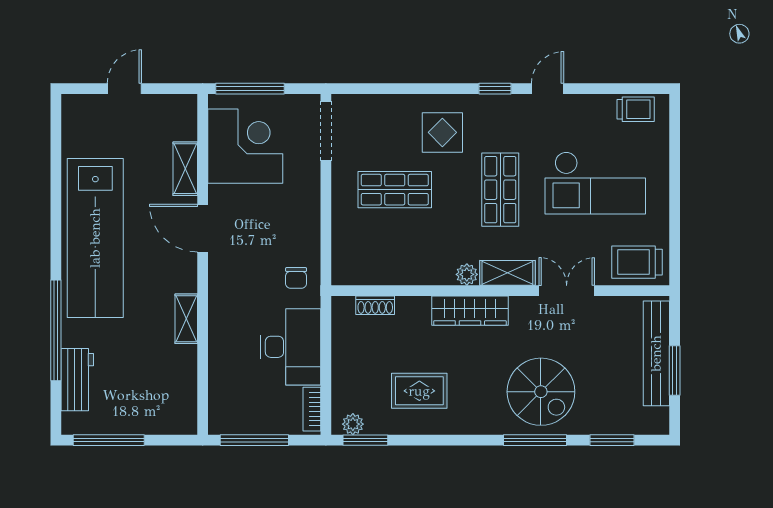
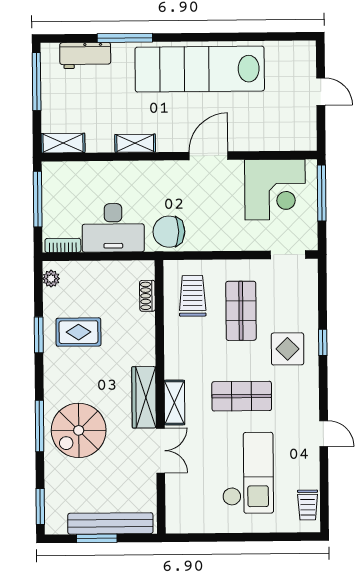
window: (495, 89) -> (323, 342), moved
doorway: (326, 131) -> (288, 255), width x0.73
shelving: (185, 169) -> (63, 143), moved
checkout: (595, 183) -> (248, 473), turned 180
trolley: (637, 262) -> (193, 296), moved
plant: (467, 274) -> (173, 370), removed
chair: (296, 278) -> (169, 232), width x1.87, depth x1.87
wardrobe: (470, 311) -> (144, 397), moved
window: (56, 330) -> (125, 38), width x0.68
rug: (419, 391) -> (78, 332), turned 90
window: (365, 440) -> (39, 335), moved
window: (612, 440) -> (40, 507), moved

